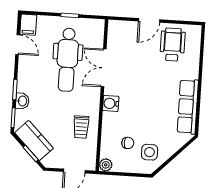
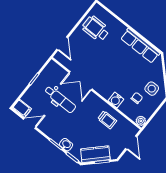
door: (149, 20) -> (62, 44), moved
dental chair: (67, 60) -> (60, 99), width x0.73, depth x0.72
water cooler: (111, 103) -> (116, 100), moved

